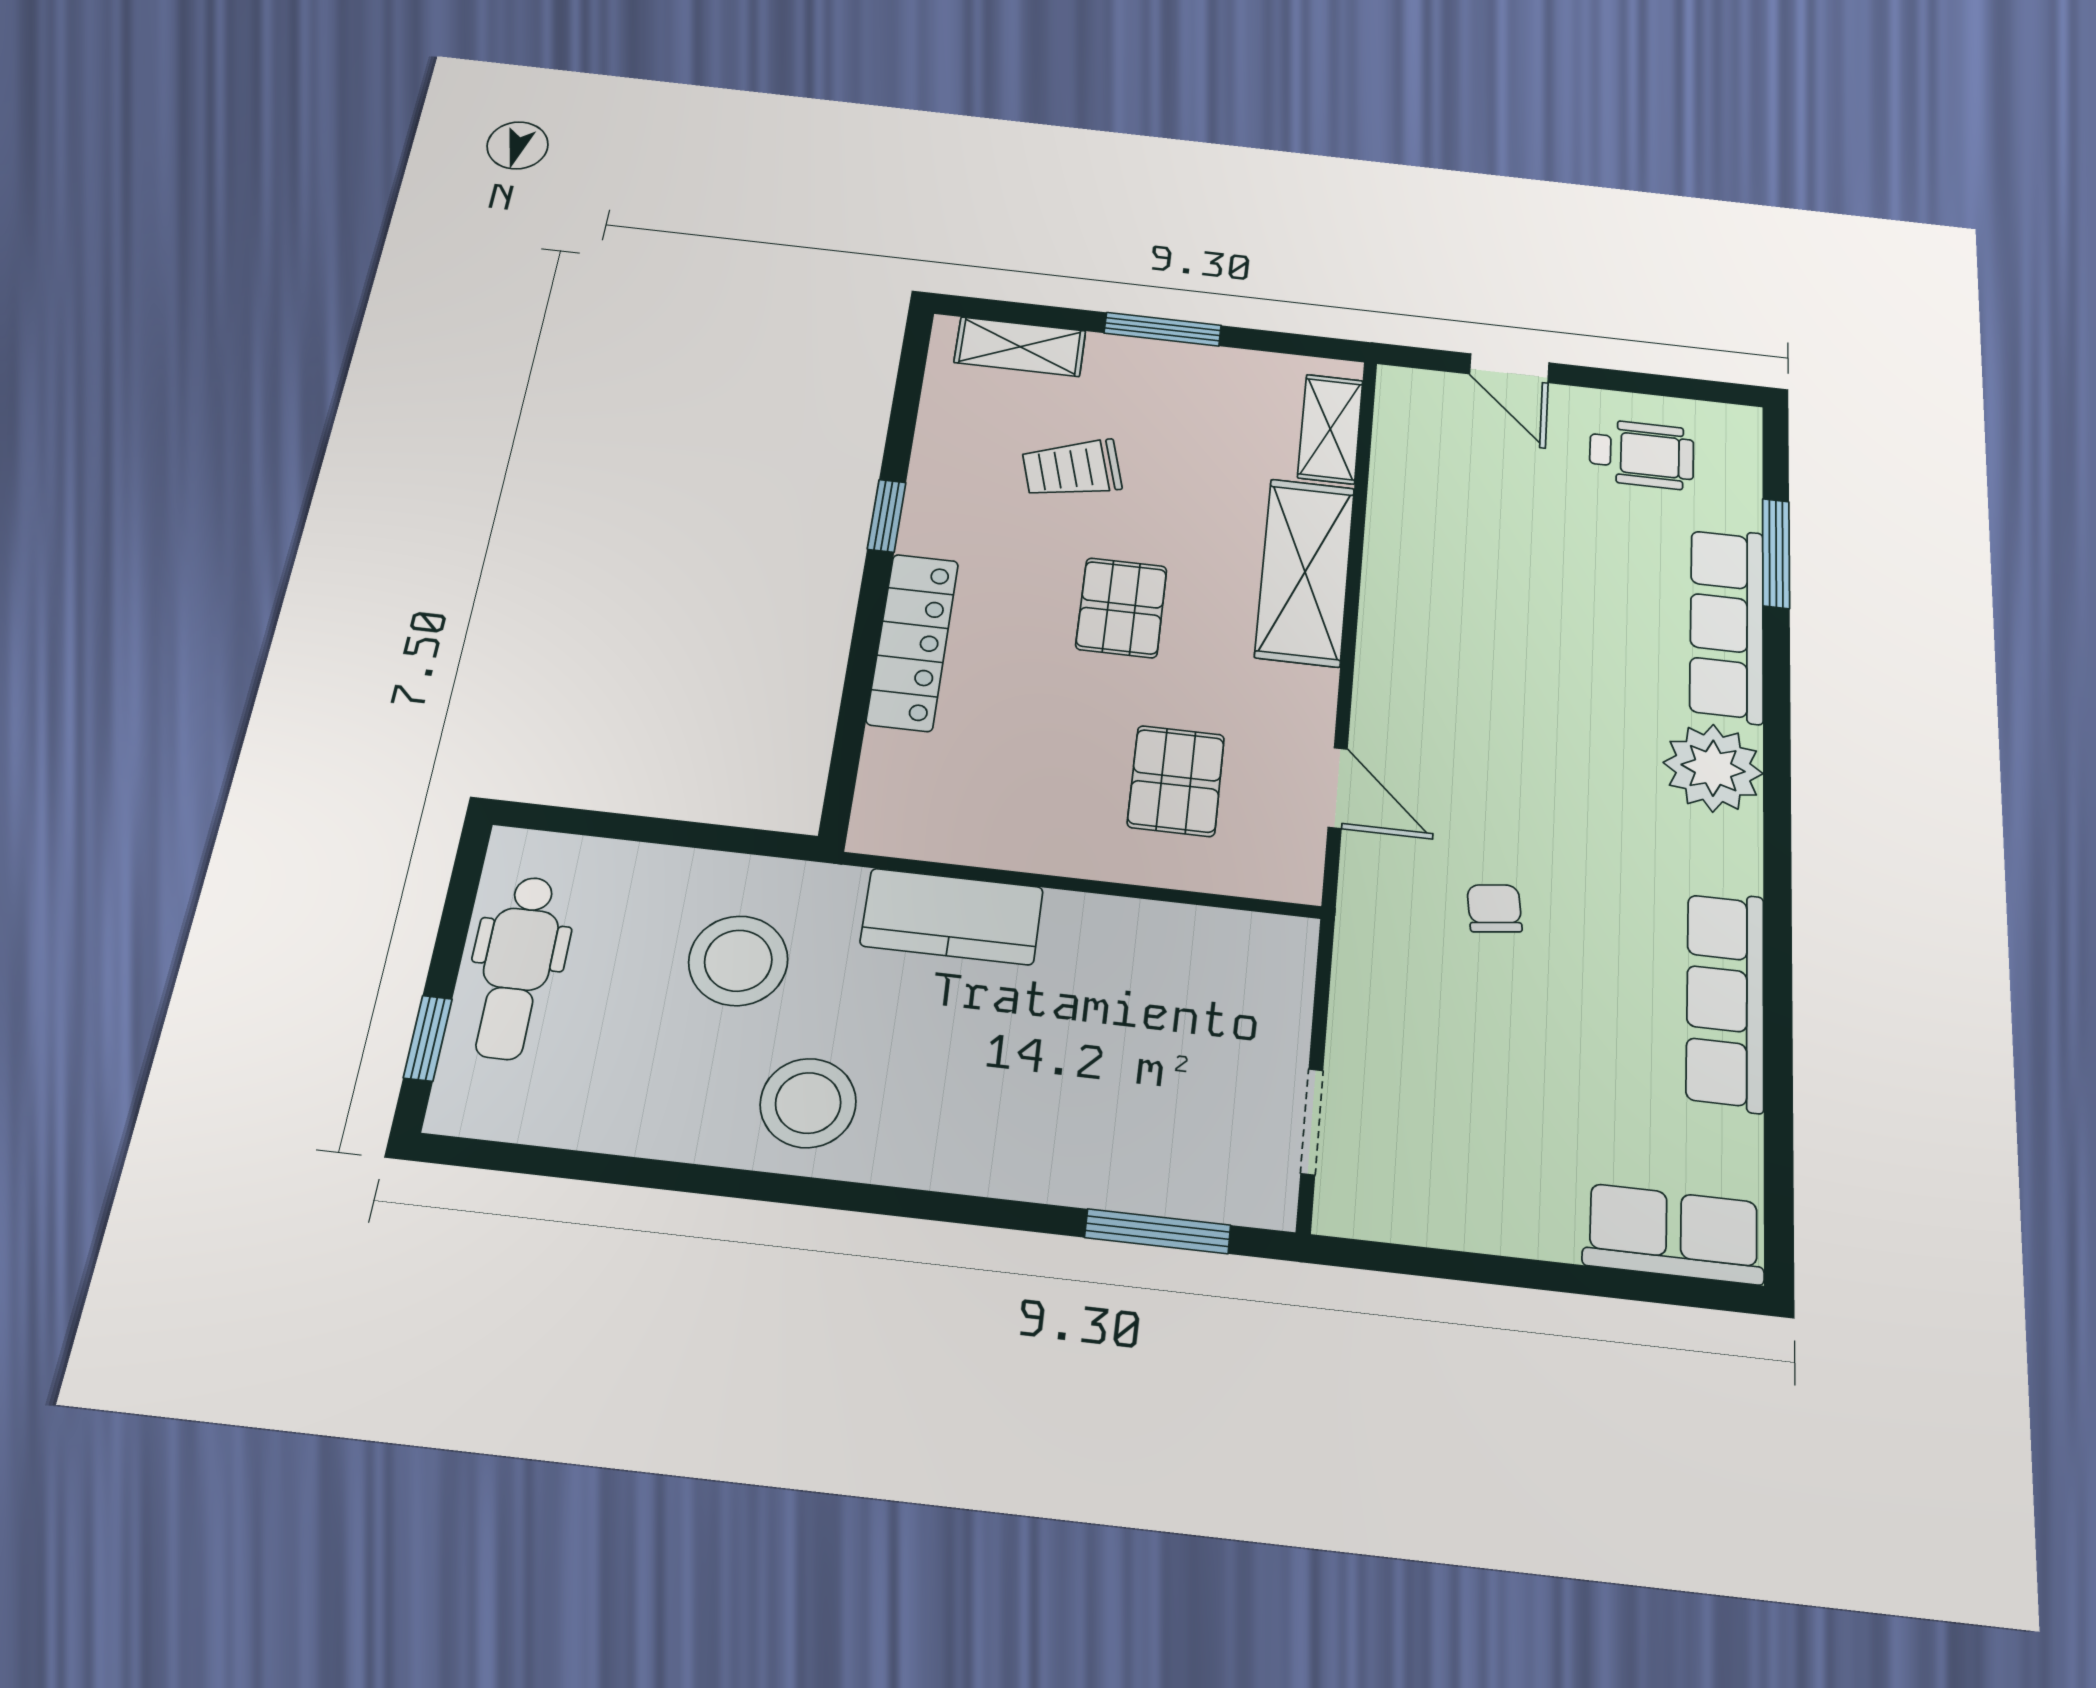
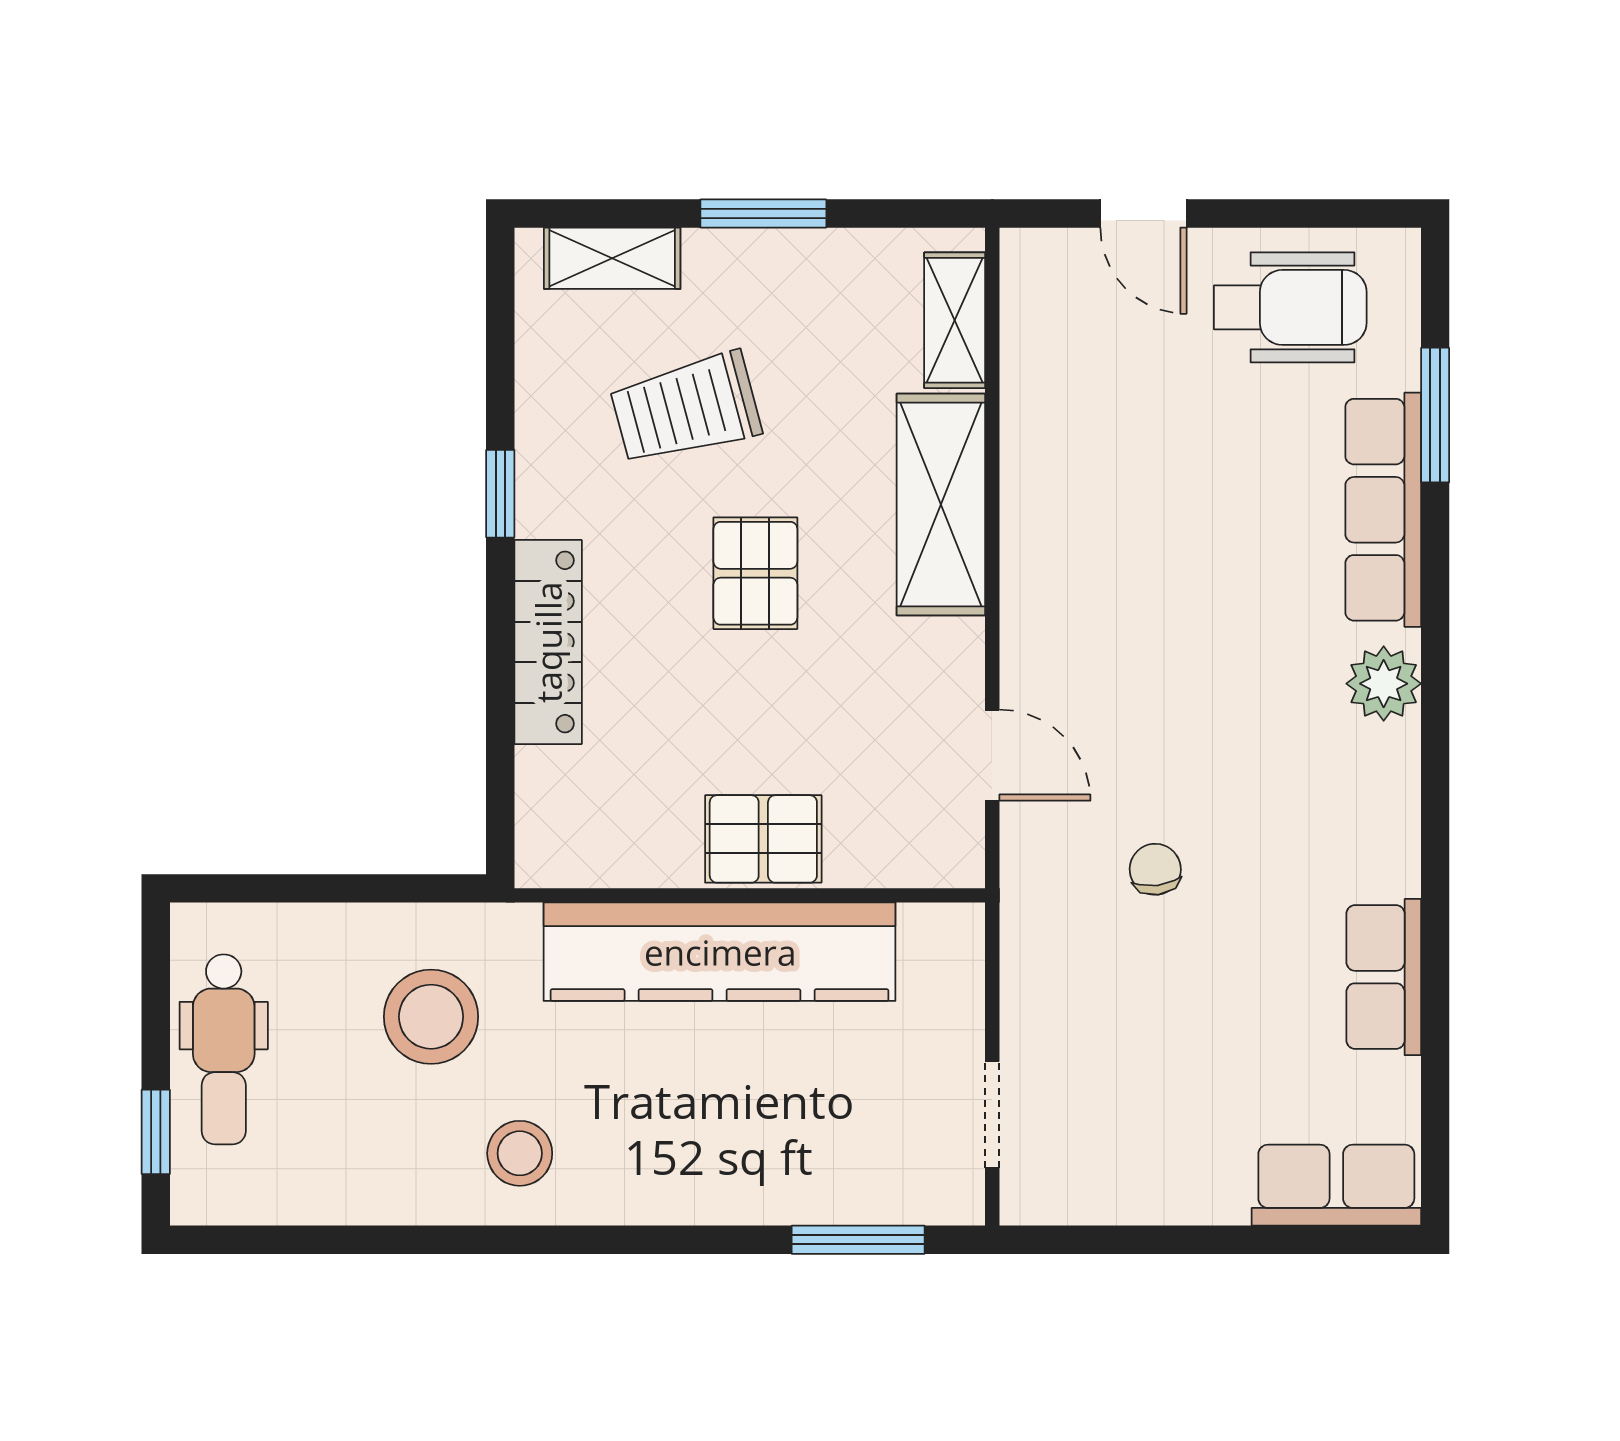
wheelchair: (1642, 454) -> (1290, 307), width x1.36, depth x1.37
trolley: (1072, 469) -> (686, 409), width x1.36, depth x1.39
plant: (1713, 768) -> (1384, 684), width x0.73, depth x0.73
pallet: (1176, 781) -> (763, 839), moved, turned 90
kitchen counter: (952, 917) -> (720, 952), width x2.08, depth x1.17
row of seats: (1725, 1000) -> (1384, 977), width x0.68
stool: (808, 1103) -> (520, 1153), width x0.73, depth x0.73

